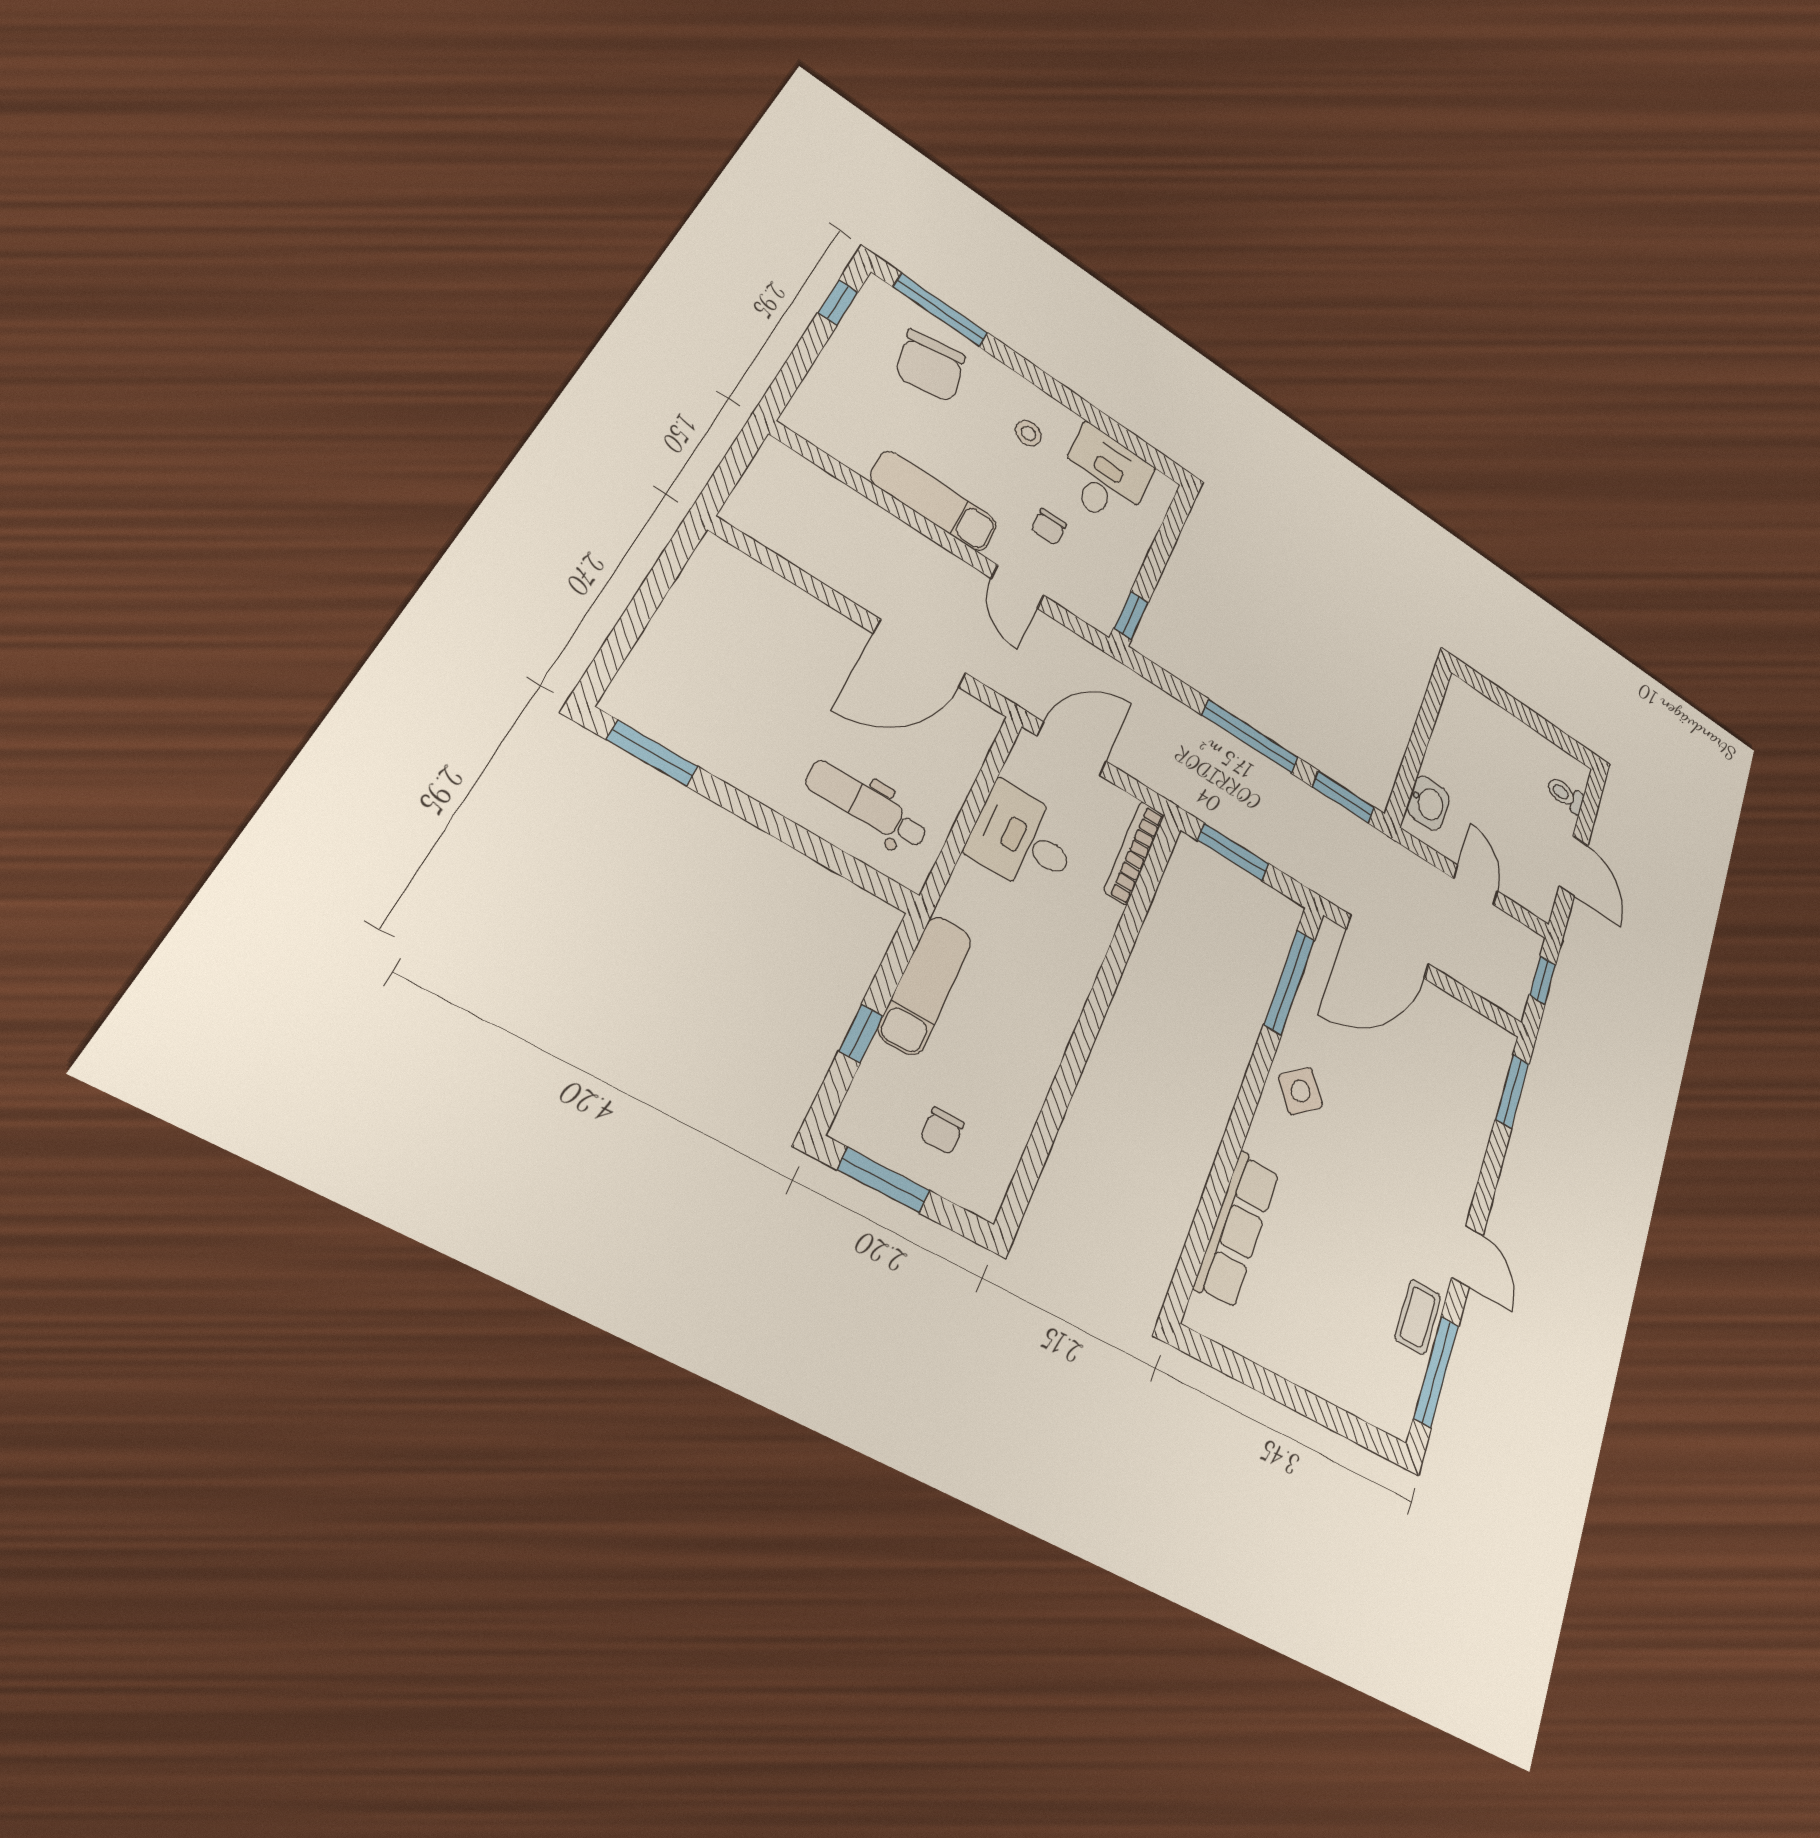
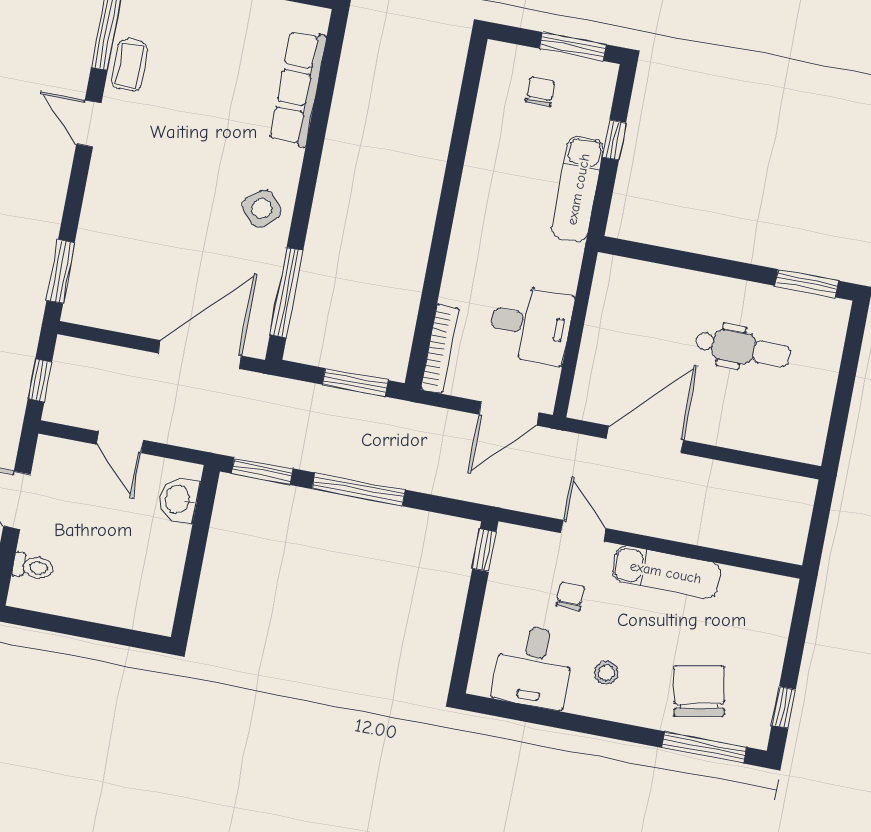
dental chair: (867, 805) -> (743, 348), moved

